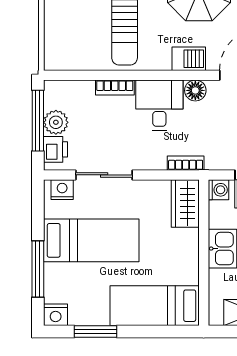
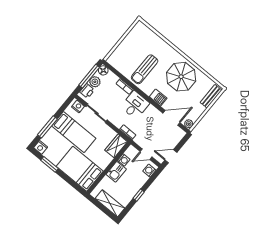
floor lamp: (195, 90) -> (103, 70), moved
washing machine: (219, 190) -> (124, 160), moved
bed: (155, 306) -> (80, 169), width x1.50

